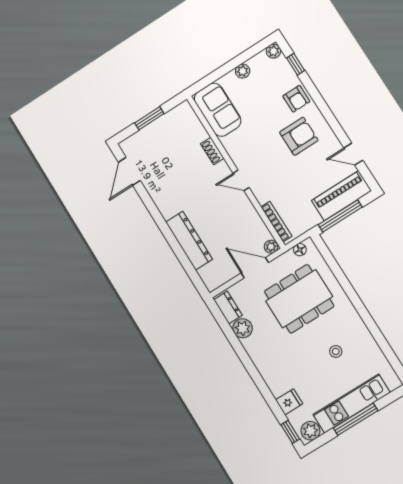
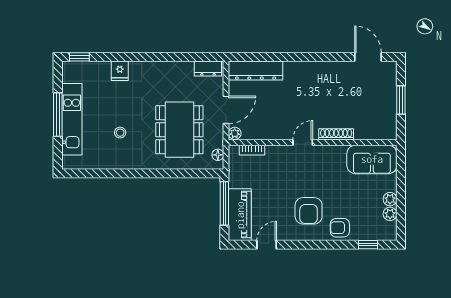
plant: (274, 51) -> (390, 214), moved
shoe rack: (212, 151) -> (336, 134), width x1.43
bookcase: (276, 222) -> (252, 150), width x0.64
dresser: (189, 241) -> (256, 71), moved
plant: (243, 328) -> (184, 70), removed
fridge: (289, 402) -> (120, 71), moved
plant: (310, 431) -> (70, 73), removed

